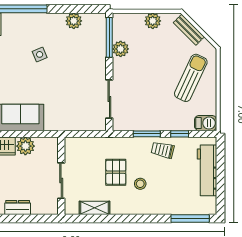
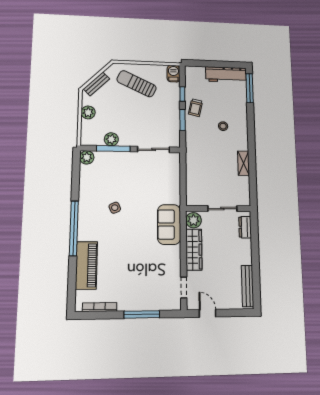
plant: (74, 21) -> (87, 157), moved
window: (109, 37) -> (113, 149), moved
workbench: (207, 170) -> (226, 75), moved
pallet: (116, 172) -> (214, 145), removed
wall: (61, 176) -> (218, 208), moved
sliding door: (61, 181) -> (222, 209), moved

